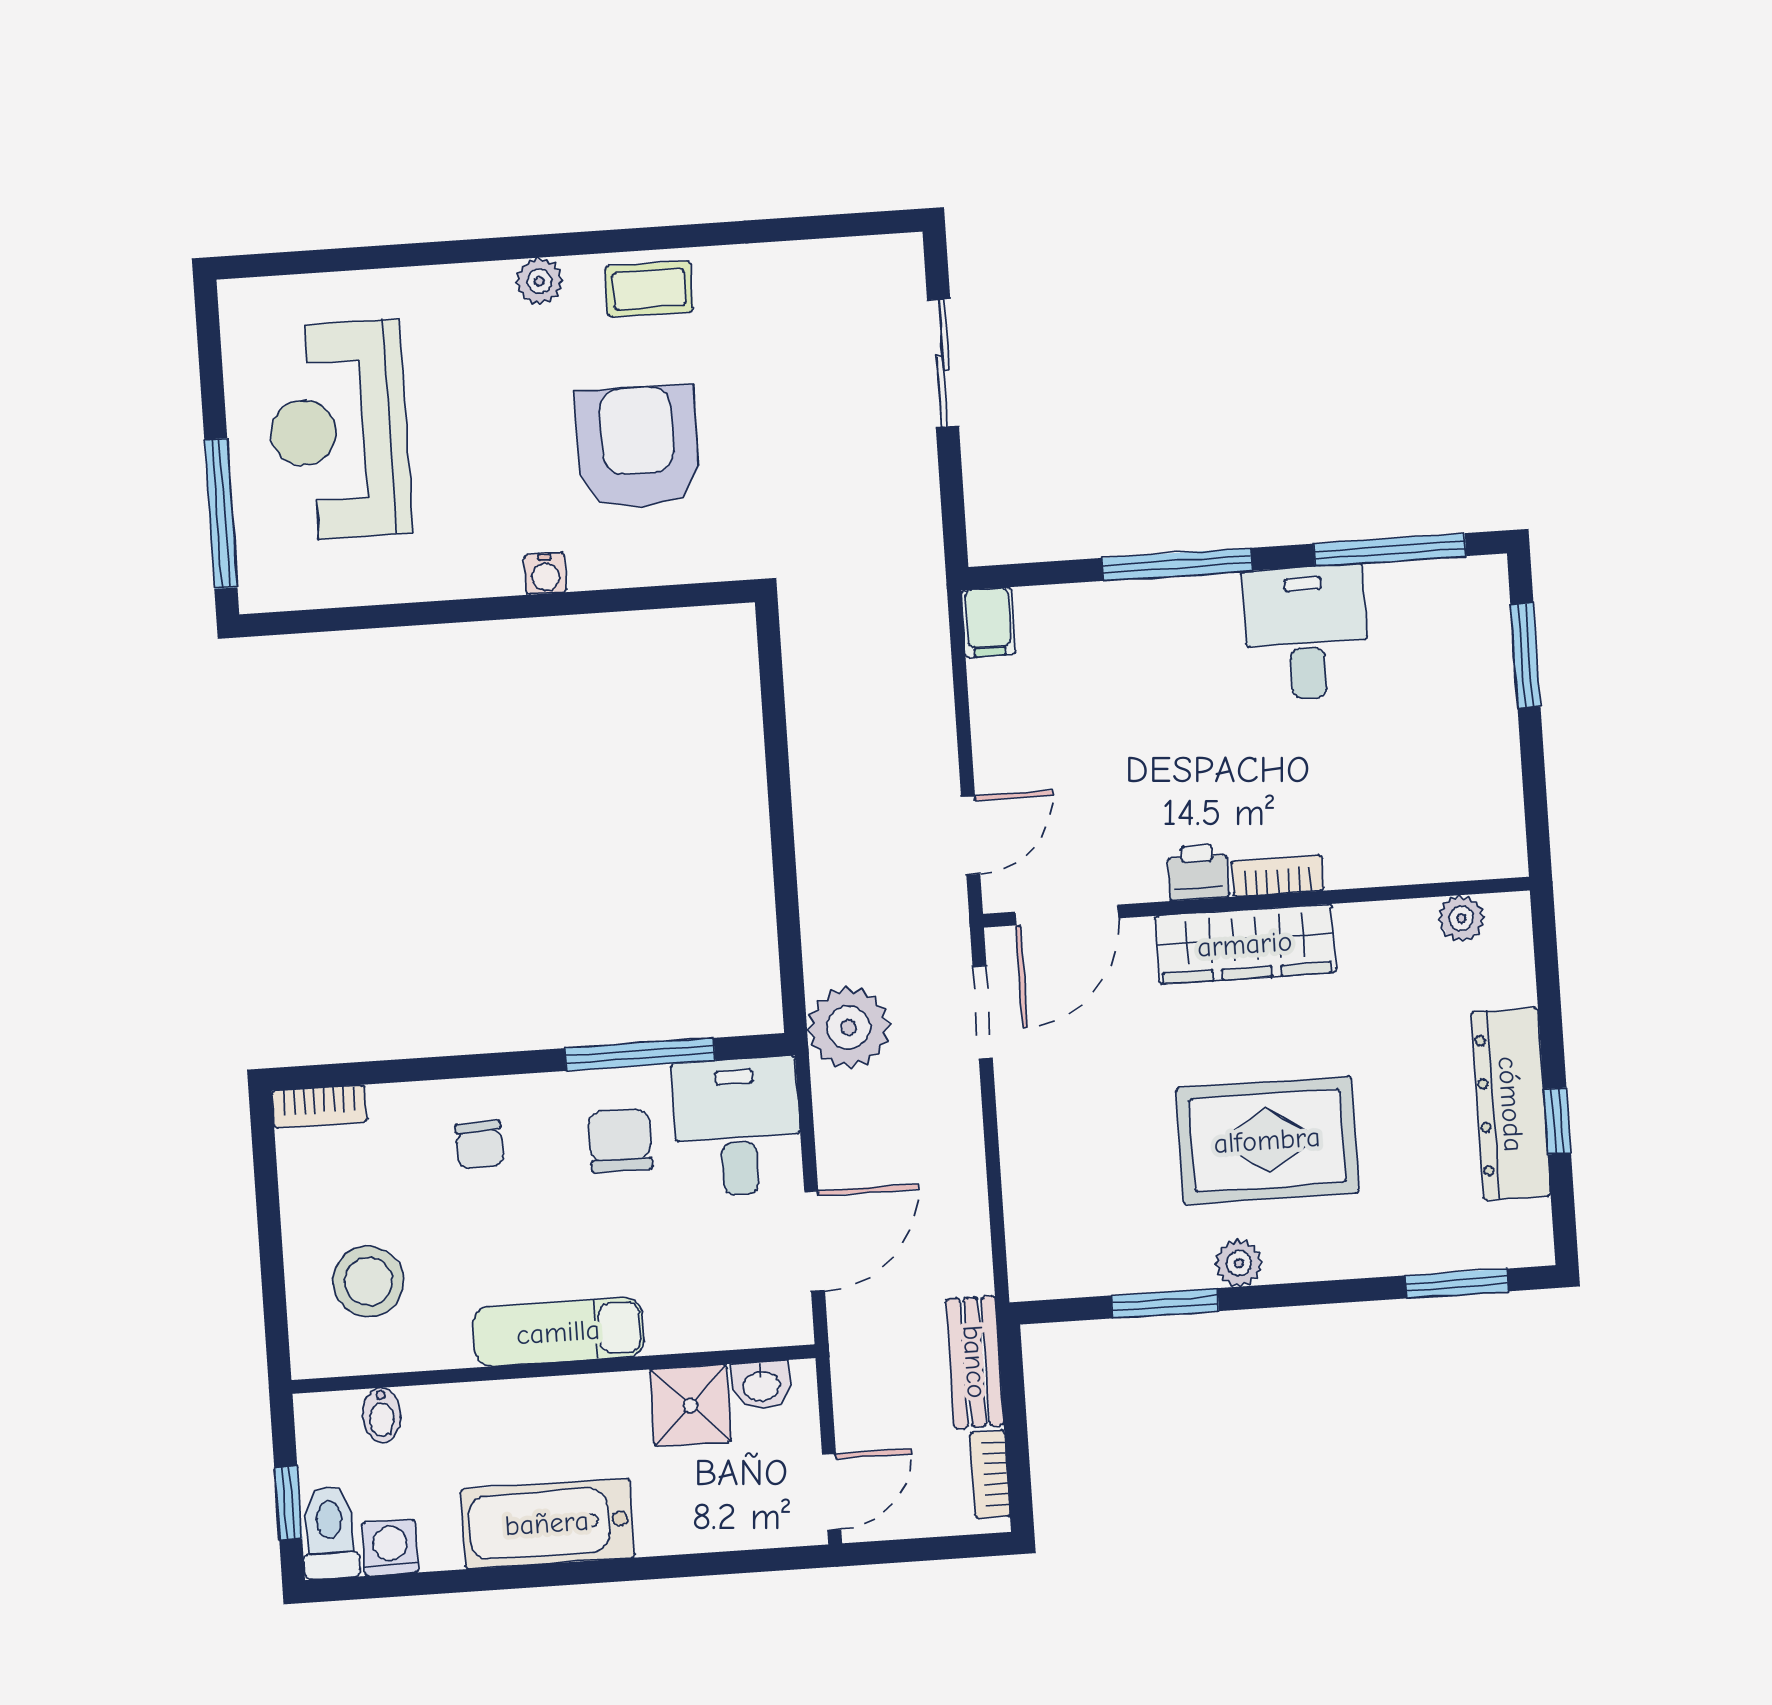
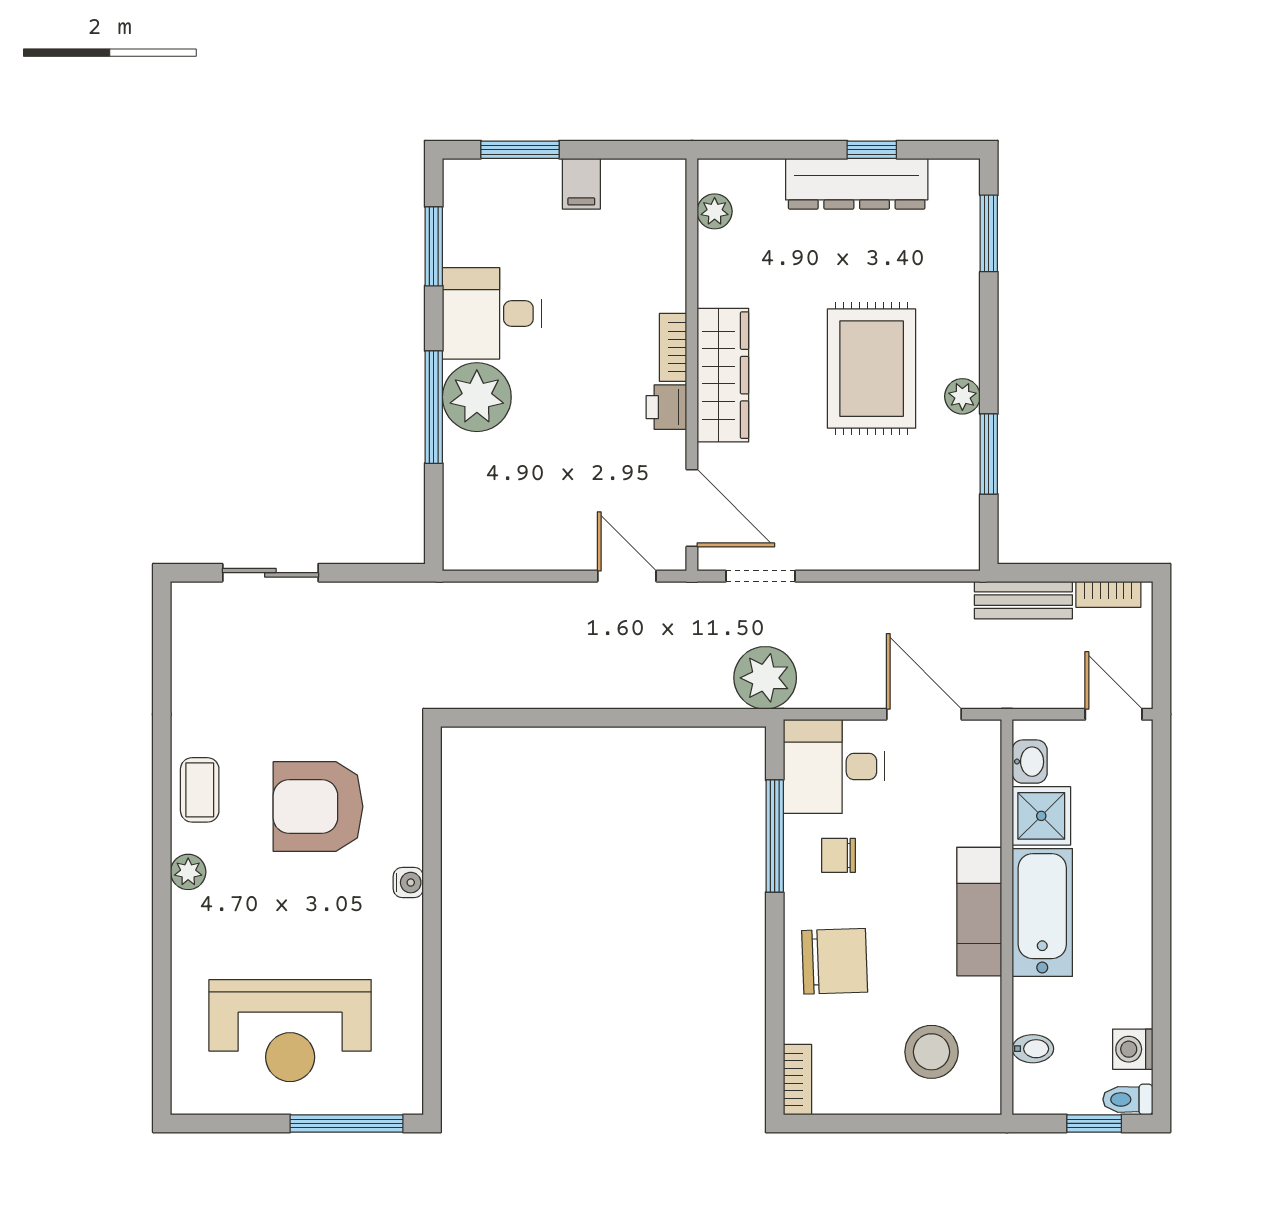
window: (1390, 550) -> (434, 246), width x0.69
plant: (1194, 620) -> (477, 397), added
filing cabinet: (988, 622) -> (581, 184), moved, turned 90
chair: (620, 1141) -> (839, 855), width x0.73, depth x0.73
chair: (480, 1145) -> (835, 961), width x1.87, depth x1.87
bathtub: (547, 1523) -> (1042, 912), moved, turned 180
toilet: (330, 1532) -> (1128, 1099), width x0.73, depth x0.72

